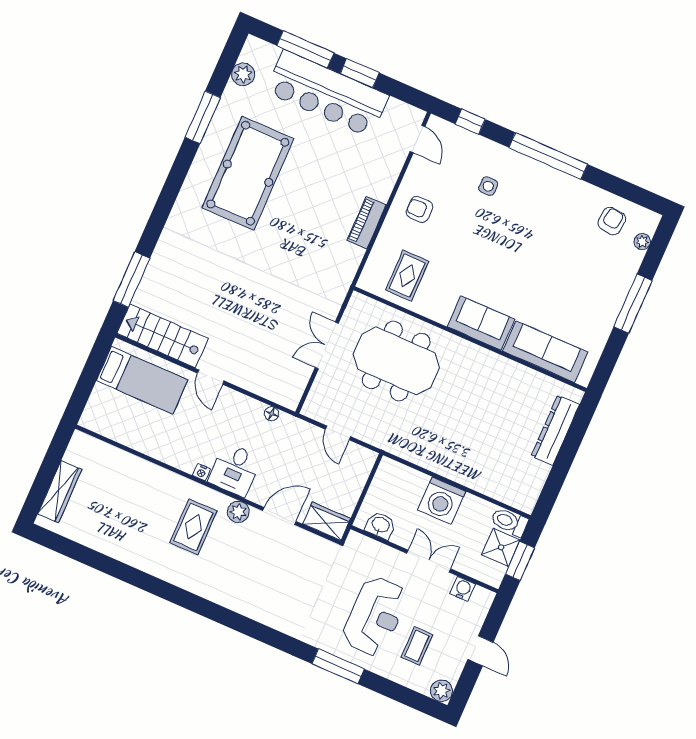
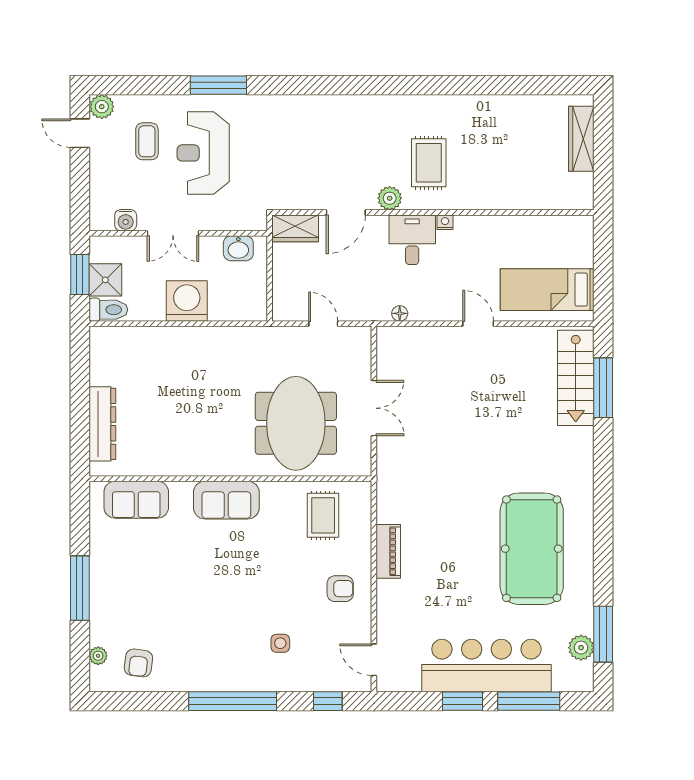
window: (203, 117) -> (603, 634), moved
stairs: (163, 336) -> (576, 378), moved, turned 90
sofa: (545, 352) -> (136, 500), width x0.73
meeting table: (396, 361) -> (296, 423), turned 90
door: (480, 651) -> (80, 133), moved

